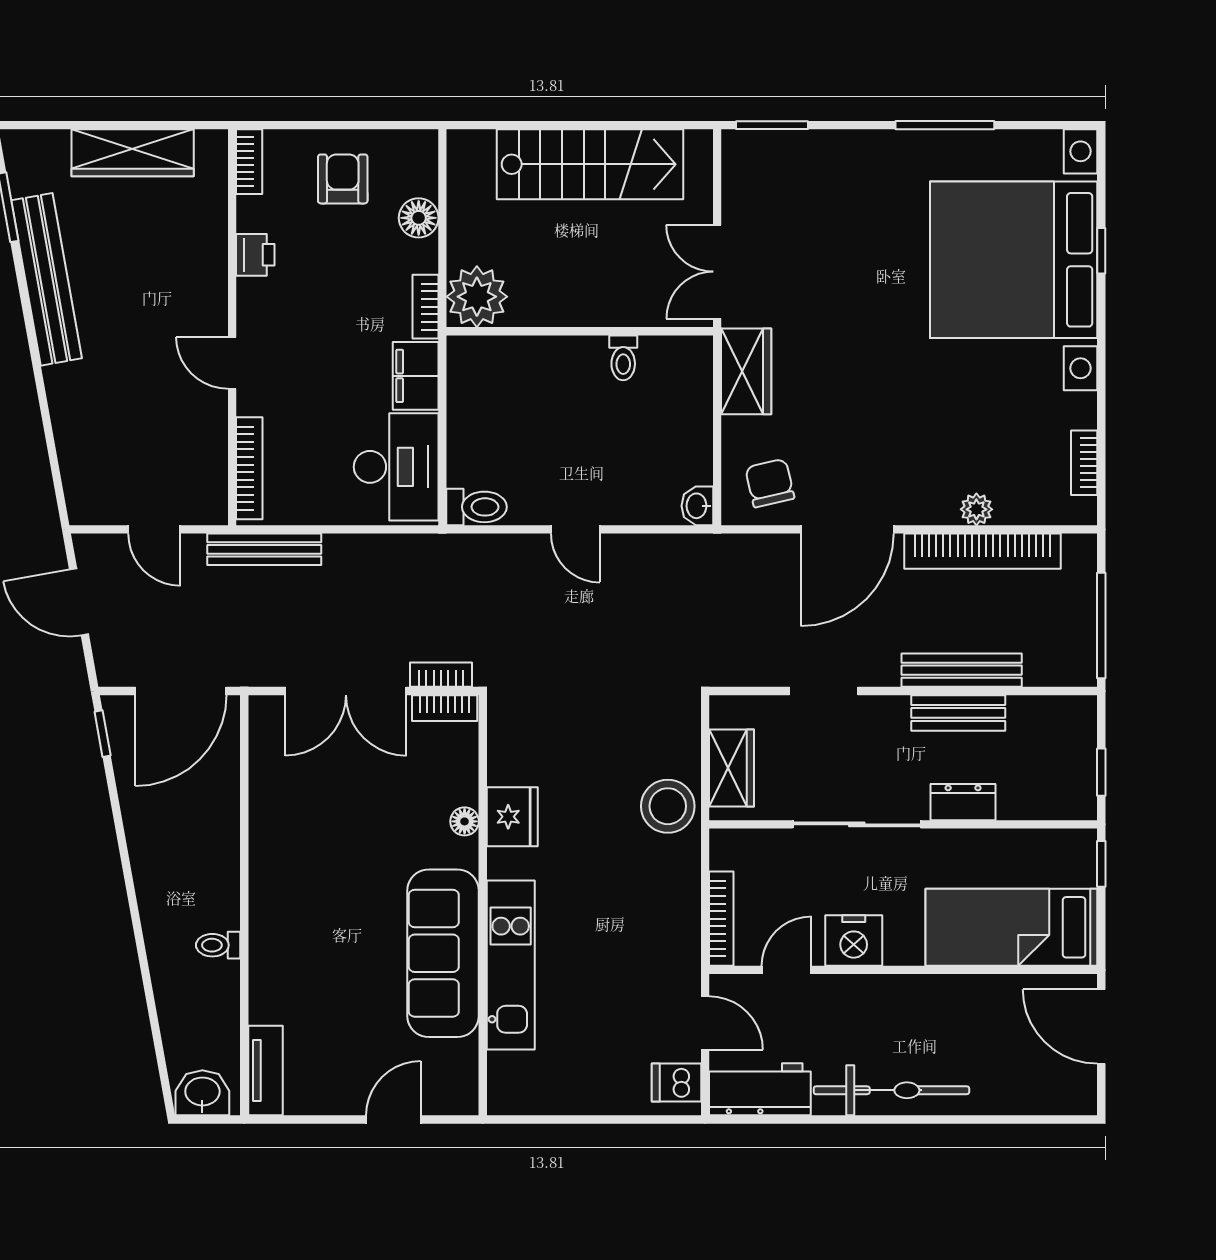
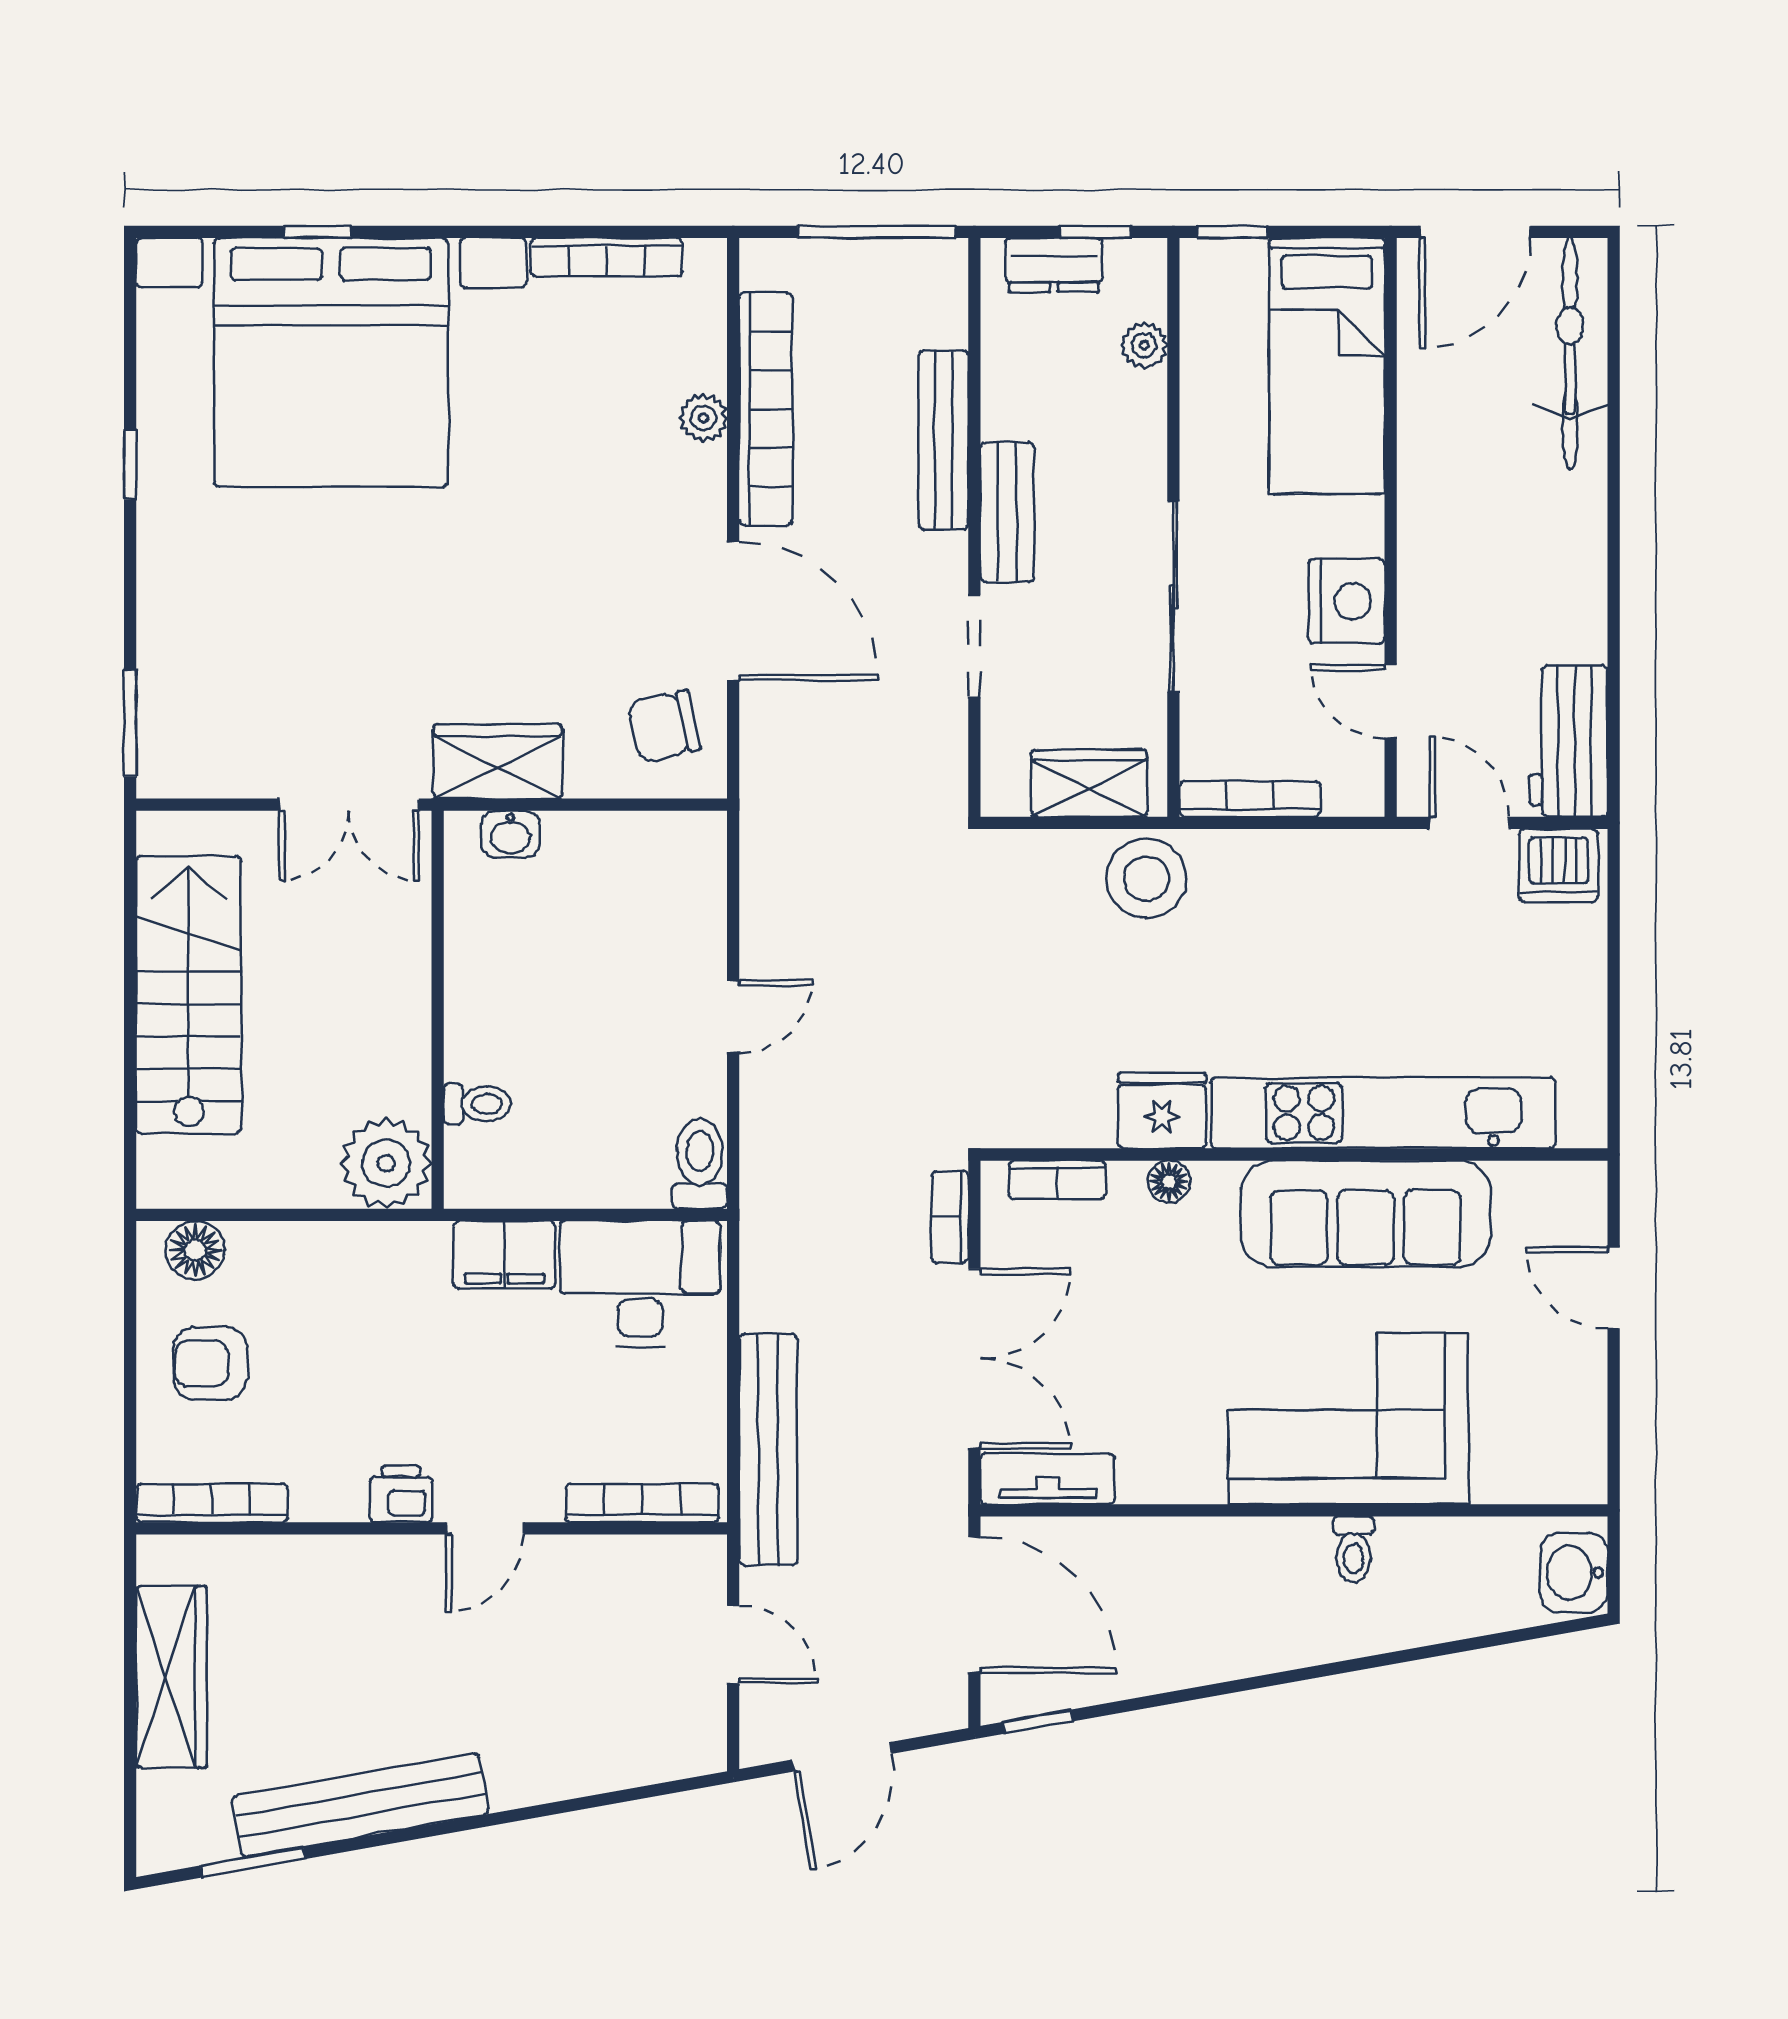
window: (945, 125) -> (130, 465), width x0.46
bookcase: (249, 162) -> (212, 1503), width x1.56
floor lamp: (419, 218) -> (195, 1250), moved
printer: (255, 255) -> (401, 1494), moved
bookcase: (425, 307) -> (401, 1240), removed
toilet: (623, 358) -> (477, 1104), moved
bookcase: (1084, 463) -> (607, 257), width x1.56
washbasin: (697, 506) -> (510, 834), moved
door: (154, 529) -> (733, 1644), hinge flipped
bench: (264, 549) -> (768, 1449), width x1.37, depth x1.21
bookcase: (445, 708) -> (1057, 1180), moved, turned 90
bench: (958, 713) -> (1007, 512), moved
dresser: (963, 802) -> (1054, 265), moved, turned -90
plant: (1025, 805) -> (1144, 345), added
bookcase: (721, 919) -> (1250, 799), moved
corner sofa: (306, 942) -> (1348, 1418), added
kitchen unit: (511, 965) -> (1383, 1113), width x1.36
door: (705, 1023) -> (1470, 823), hinge flipped
tv unit: (265, 1071) -> (1048, 1479), moved
dishwasher: (676, 1082) -> (1558, 865), width x1.38
bicycle: (891, 1090) -> (1570, 354), moved

